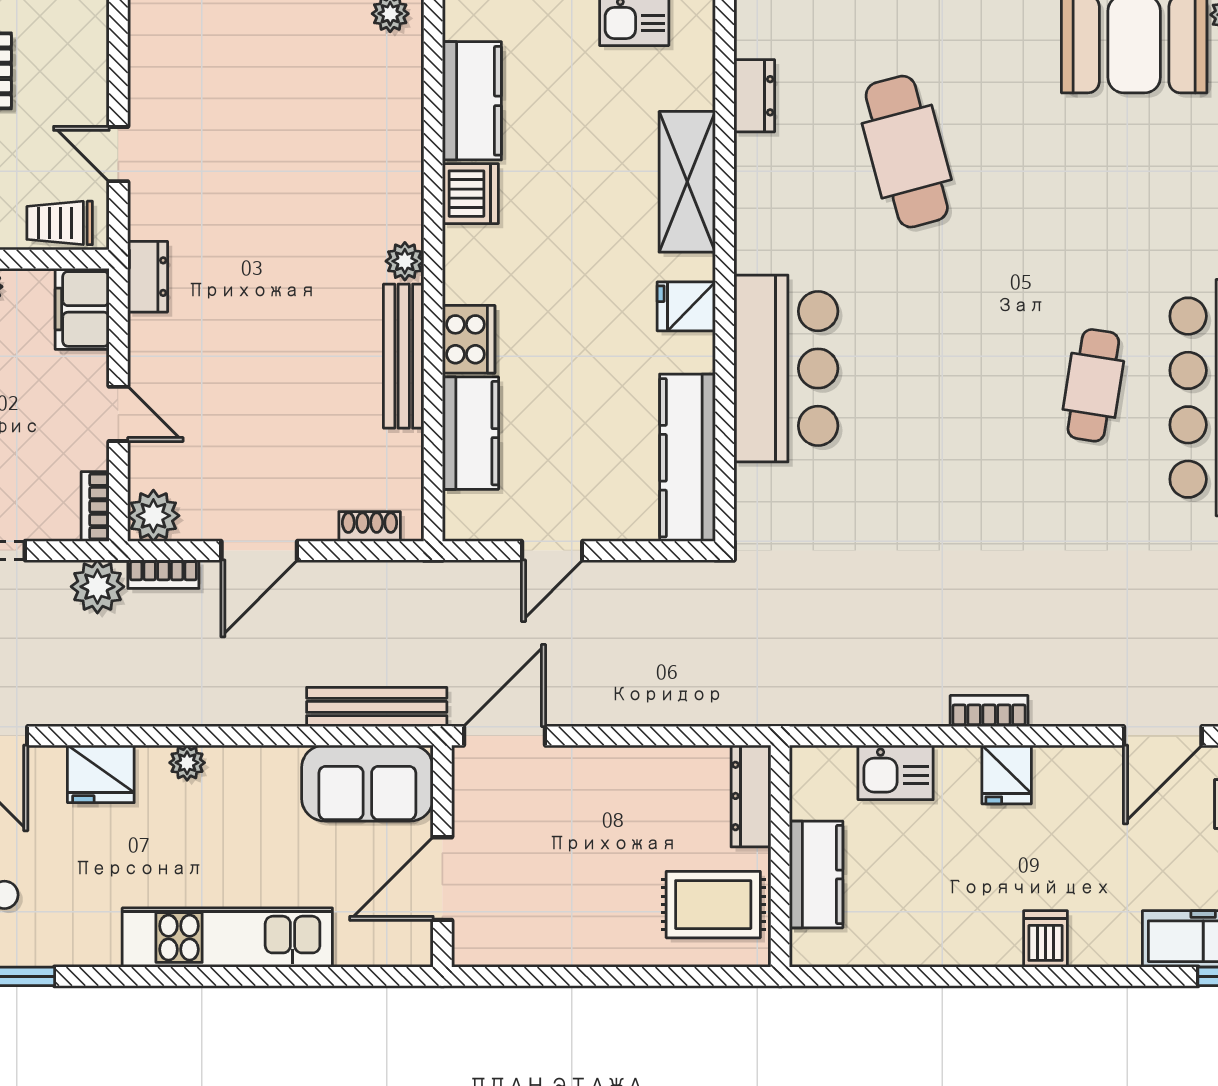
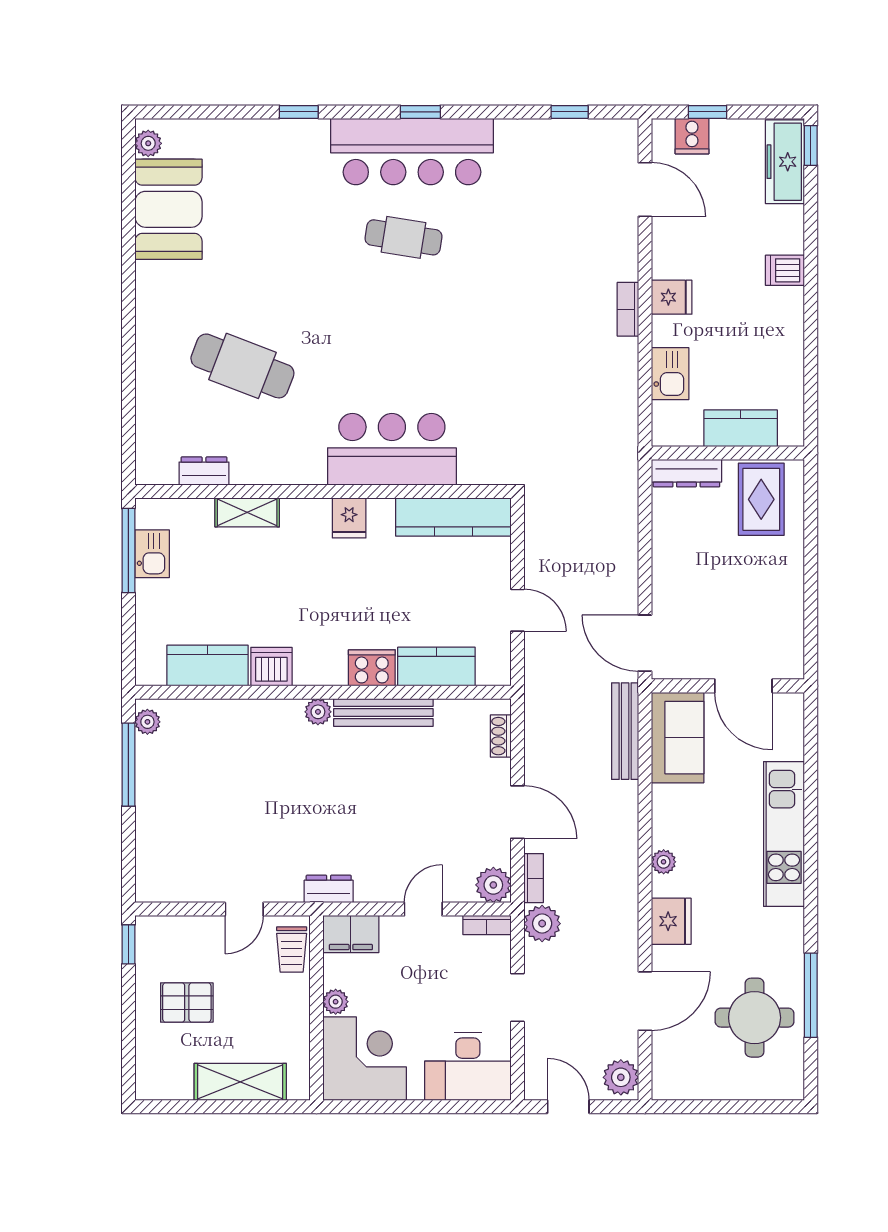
cafe table: (907, 152) -> (242, 366), turned 36
shelving: (687, 182) -> (247, 512), width x0.67, depth x0.75

